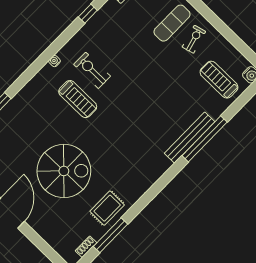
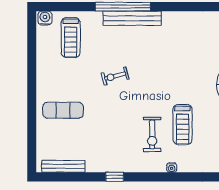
exercise bike: (194, 39) -> (115, 76), moved
treadmill: (78, 99) -> (183, 125), turned 180

